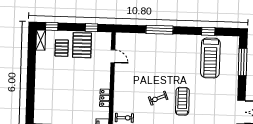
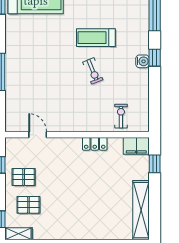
pallet: (82, 45) -> (24, 177), width x0.67, depth x0.71
door: (113, 56) -> (38, 135), hinge flipped

